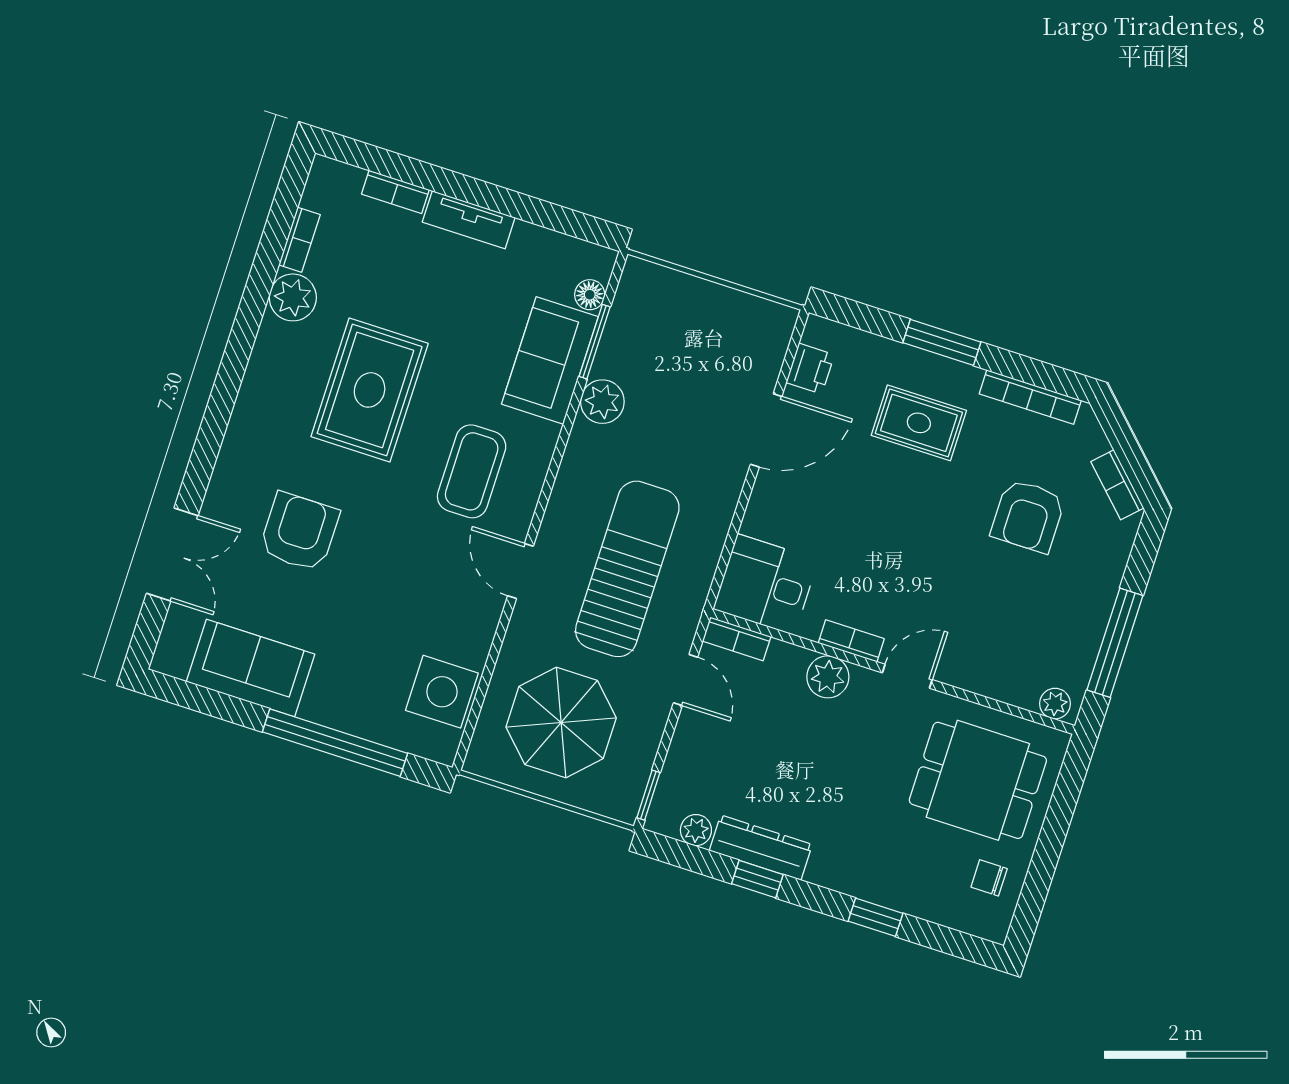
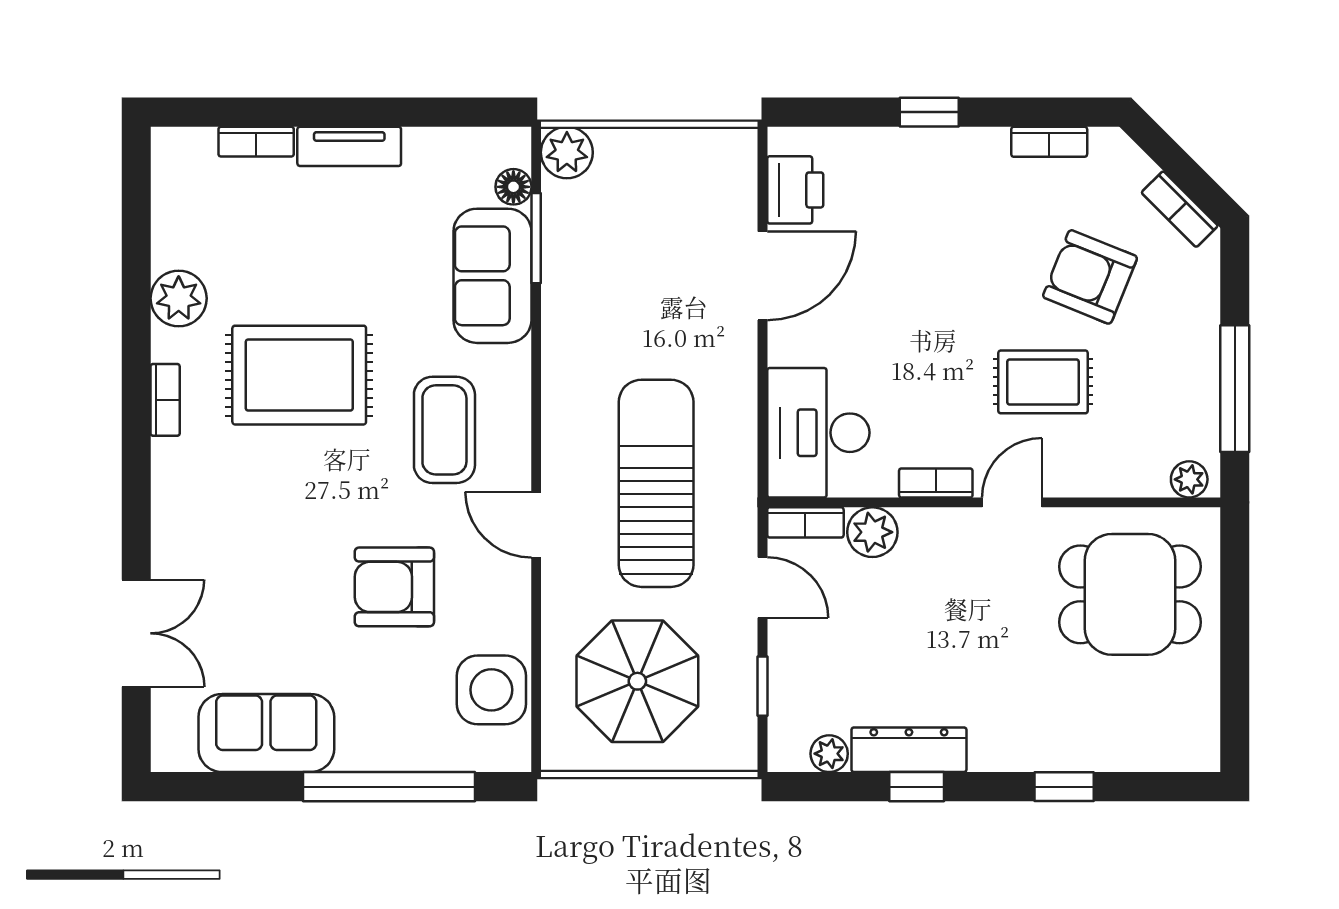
bookcase: (300, 240) -> (165, 400), moved
window: (942, 342) -> (929, 112), width x0.67
printer: (810, 369) -> (795, 190), width x1.36, depth x1.24
rug: (370, 390) -> (299, 375), turned 90
bookcase: (1030, 397) -> (1049, 142), width x0.64
plant: (602, 402) -> (567, 152), moved
rug: (919, 423) -> (1043, 382), moved
armchair: (1028, 516) -> (1090, 277), turned 112
armchair: (299, 532) -> (394, 587), moved, turned -90
desk: (766, 584) -> (818, 433), width x1.37
plant: (828, 677) -> (872, 532), moved
window: (648, 795) -> (763, 686), moved
chair: (989, 878) -> (1178, 701), removed

